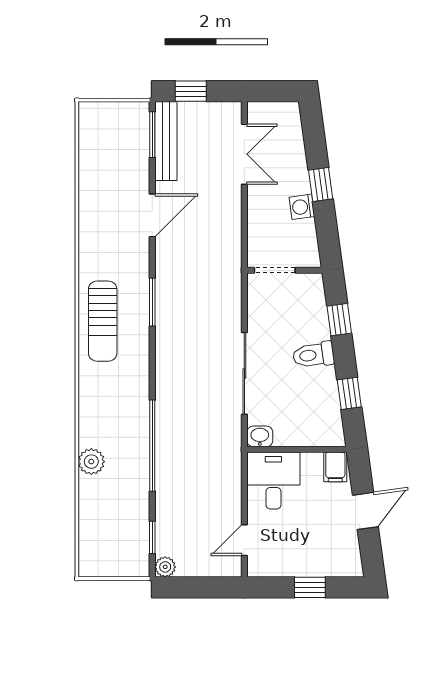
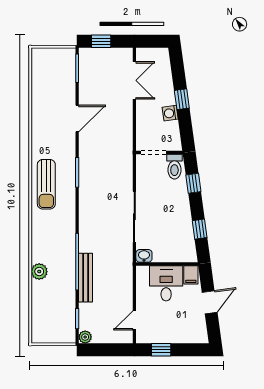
bench: (166, 141) -> (86, 278), moved
toilet: (313, 355) -> (174, 167), moved, turned -82
desk: (273, 480) -> (166, 283), moved
window: (310, 587) -> (161, 350), moved

